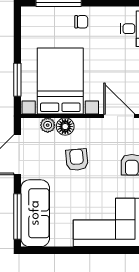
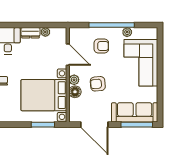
door: (119, 116) -> (68, 55), swing flipped
plant: (48, 125) -> (74, 80), moved

